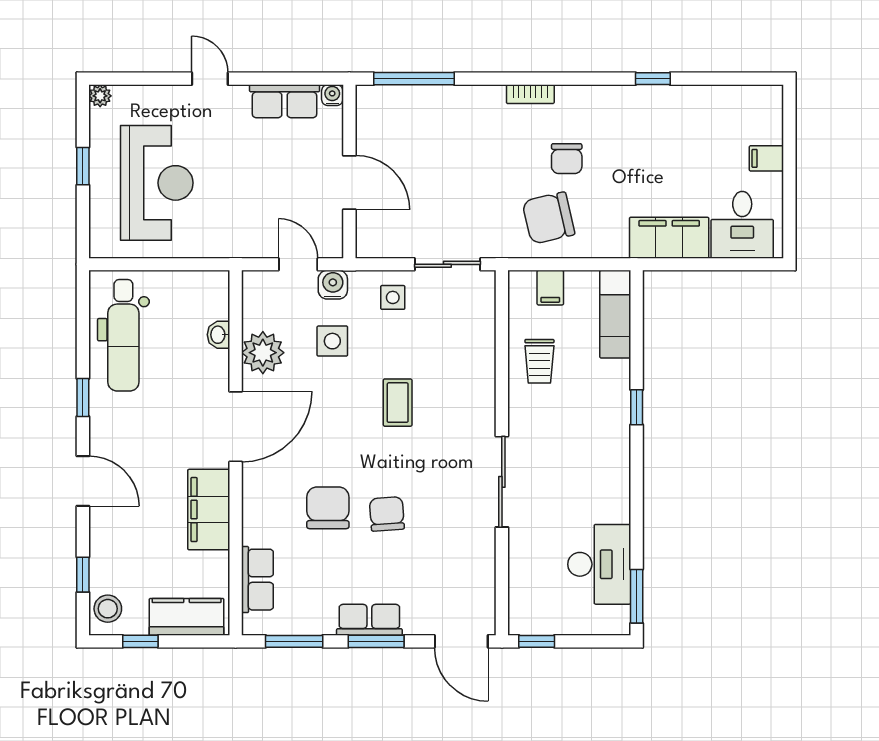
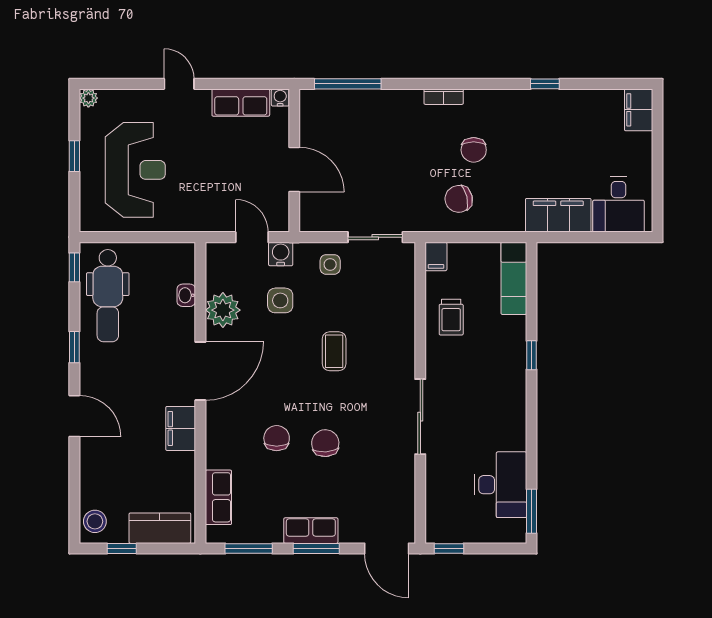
filing cabinet: (766, 158) -> (639, 110), moved, width x2.00
chair: (549, 218) -> (459, 199), width x0.73, depth x0.73
filing cabinet: (550, 288) -> (436, 256), moved
chair: (328, 508) -> (277, 438), width x0.73, depth x0.73
filing cabinet: (209, 510) -> (181, 428), width x0.67, depth x0.86
window: (83, 575) -> (74, 267), moved

